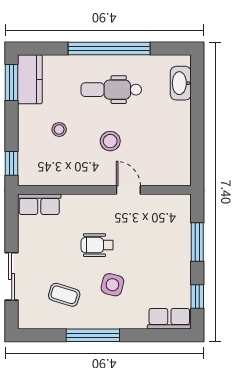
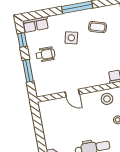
stool: (110, 141) -> (107, 99), moved
wheelchair: (97, 245) -> (45, 54), moved

